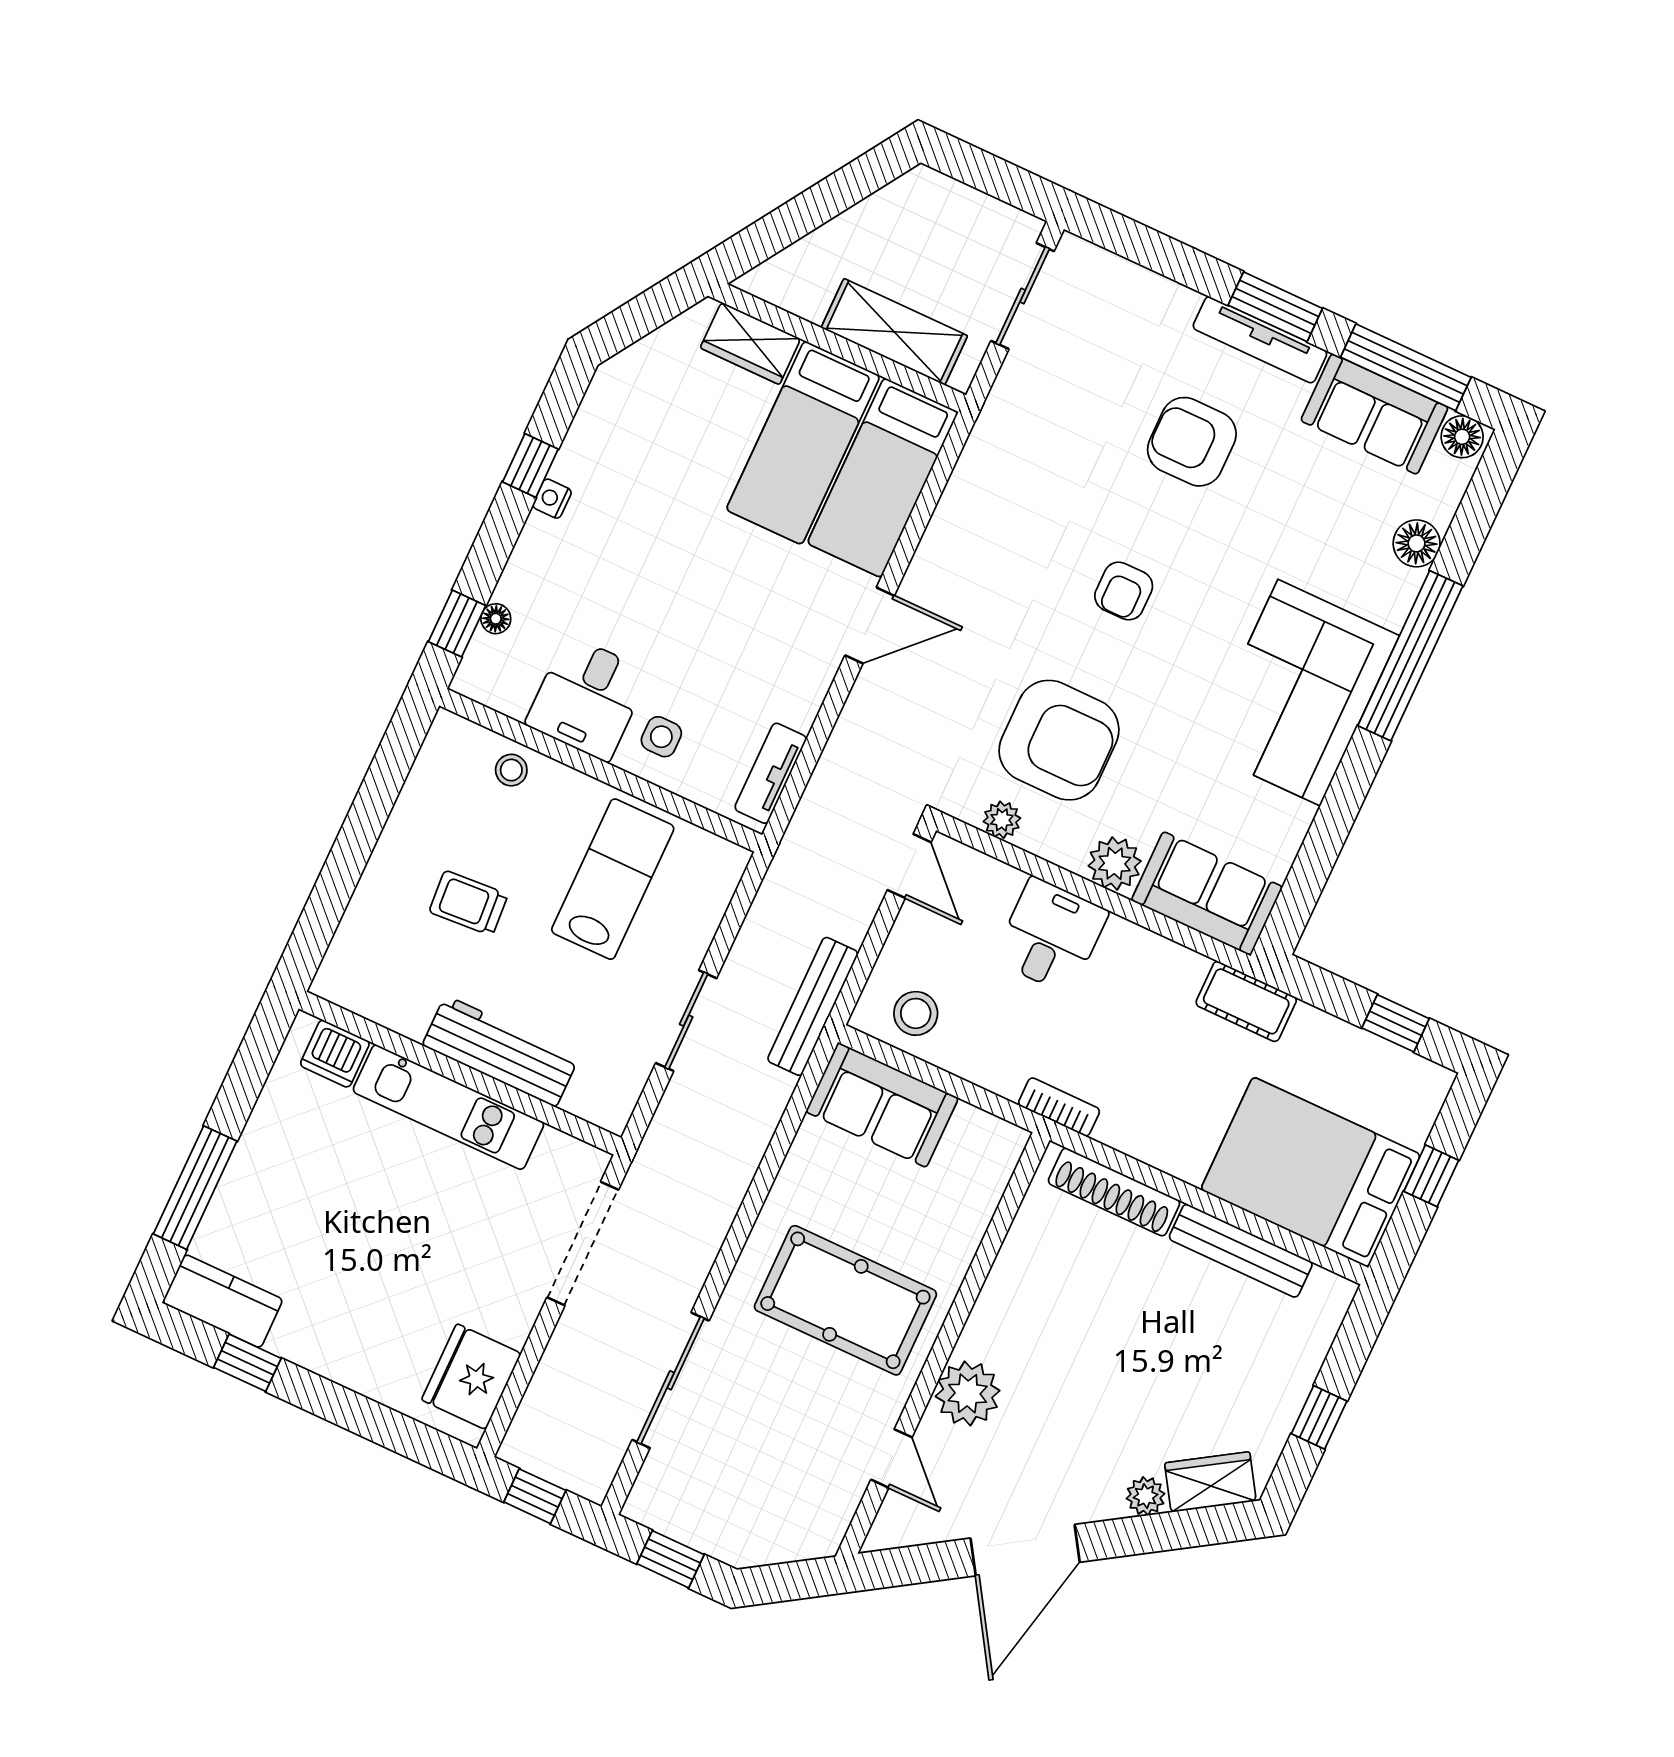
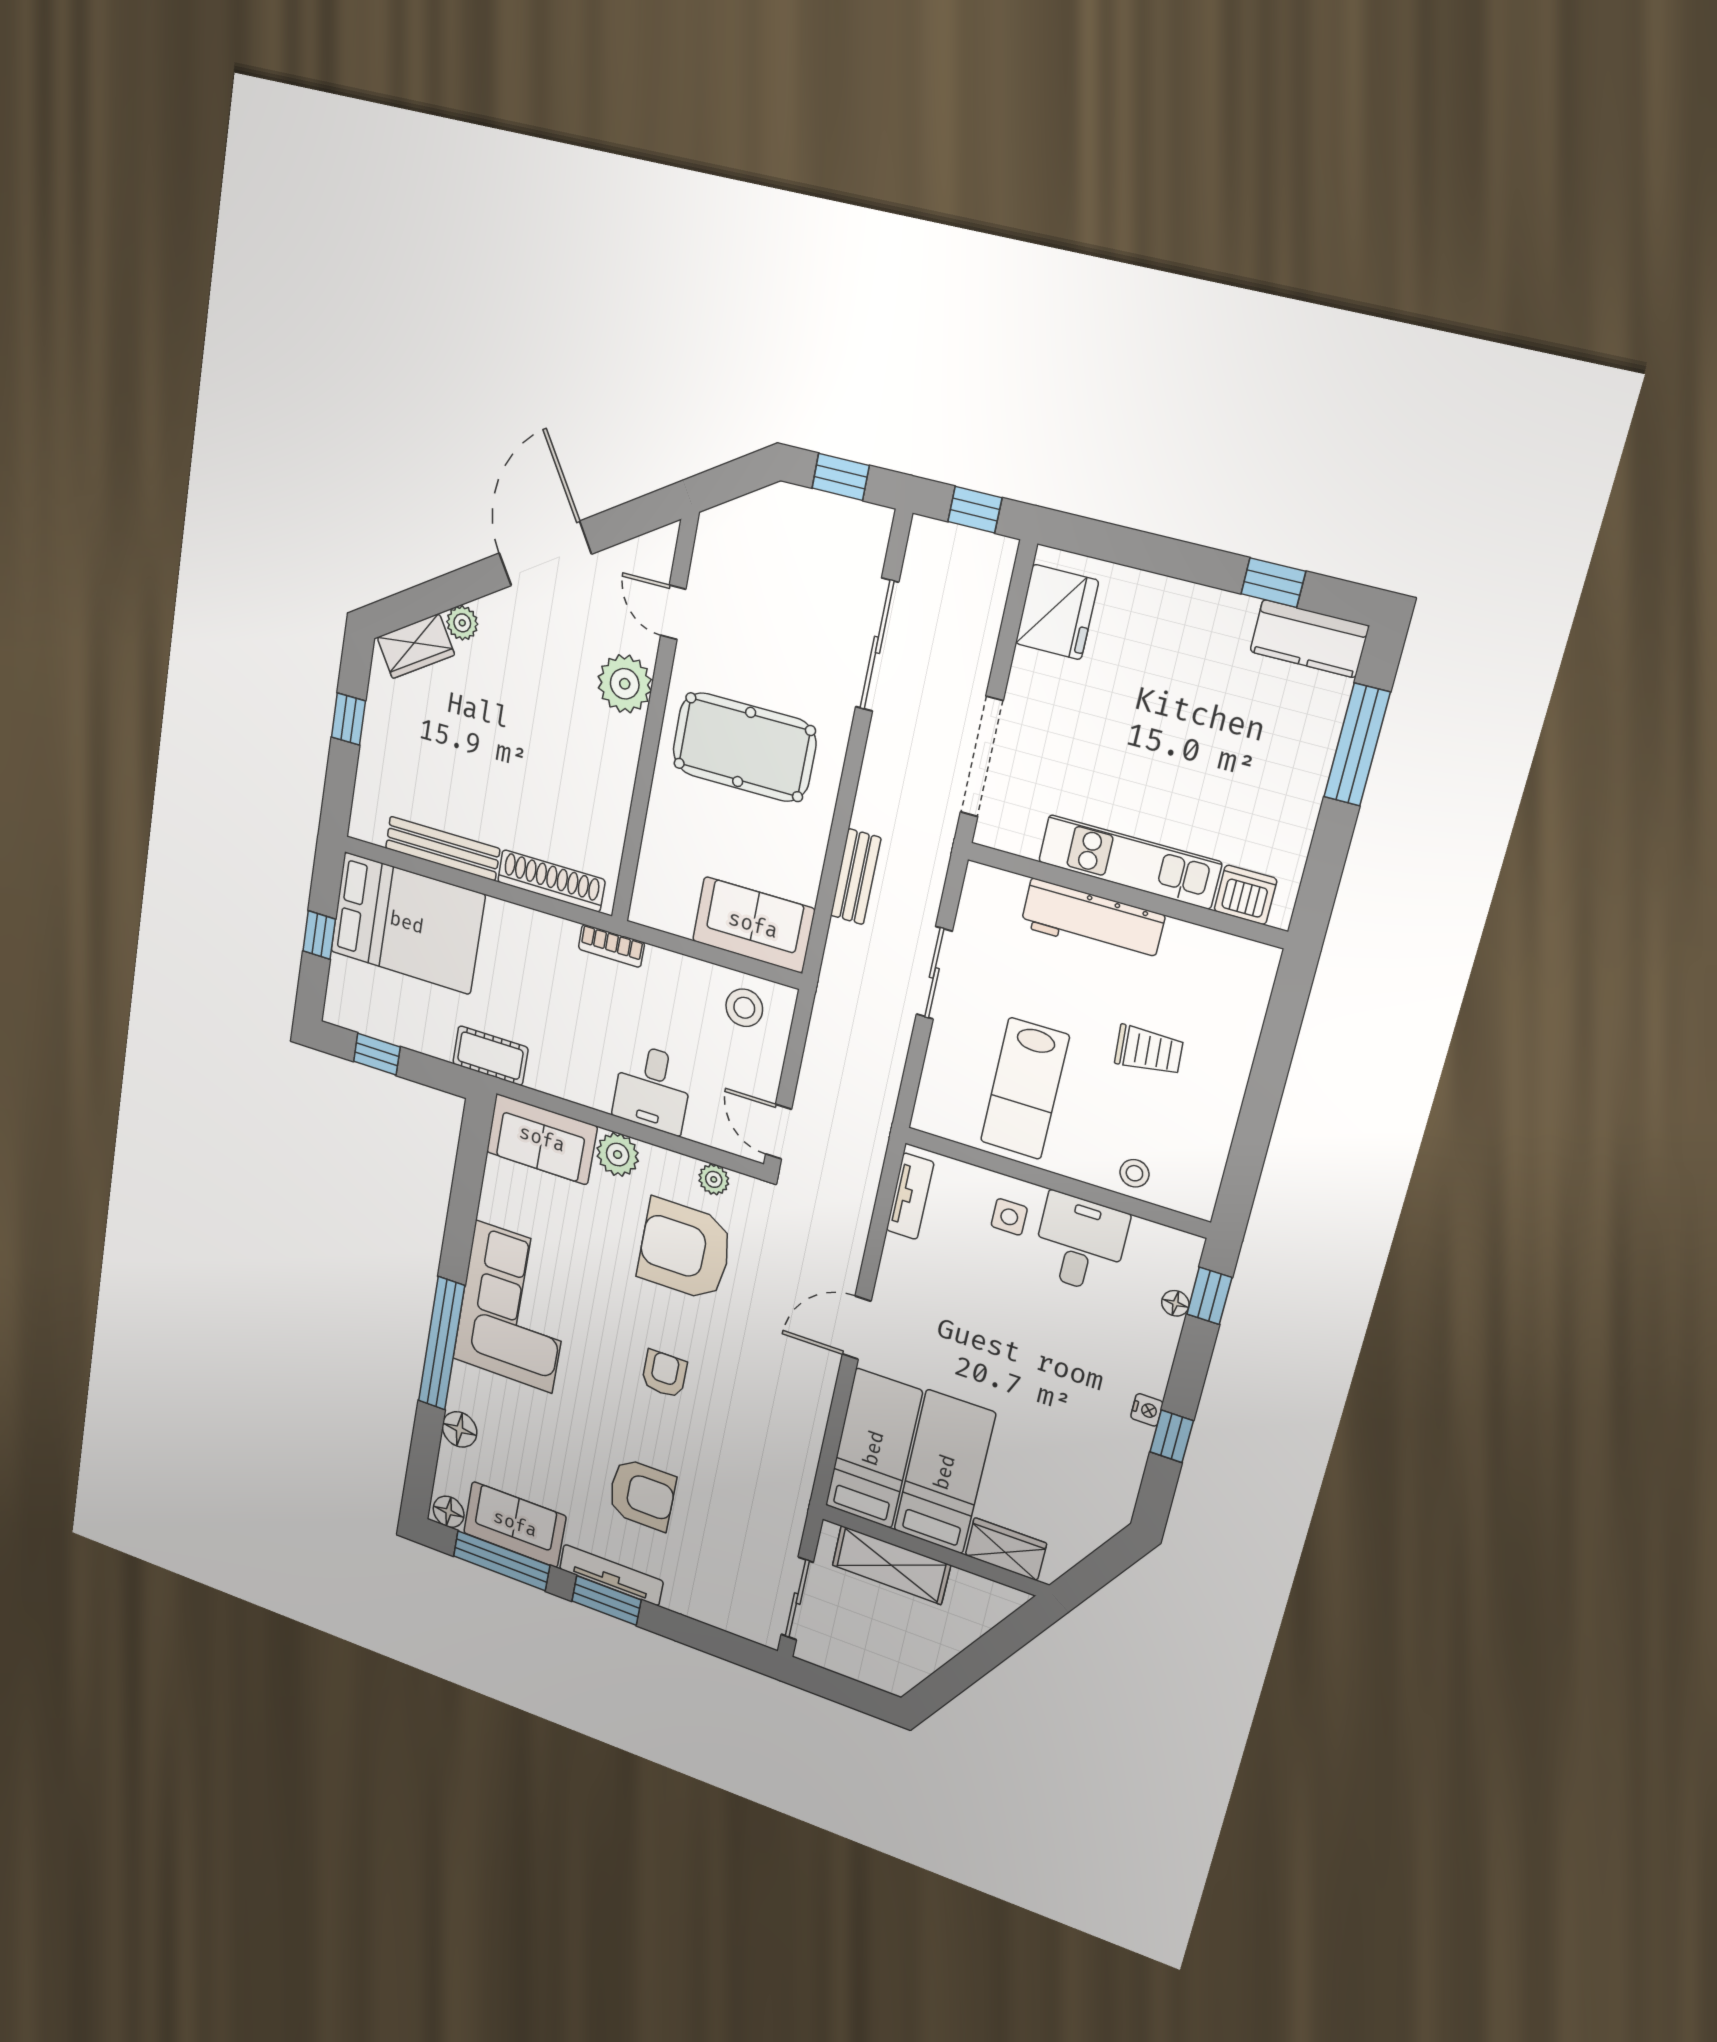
bench: (813, 1006) -> (856, 877), moved, width x0.73

